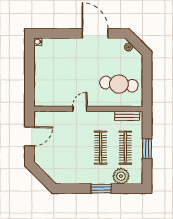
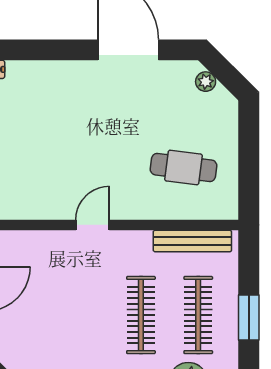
cafe table: (119, 84) -> (184, 167), width x0.73, depth x0.74
bench: (127, 116) -> (192, 241), width x1.36

